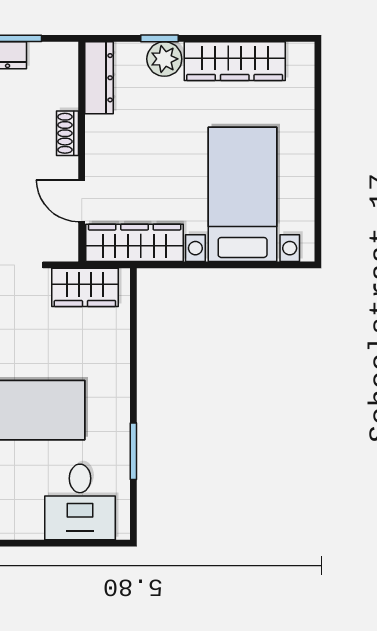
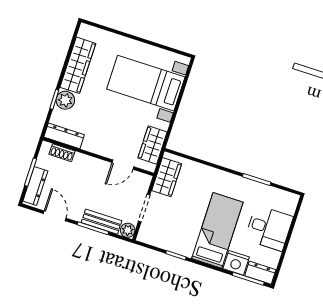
shoe rack: (68, 133) -> (62, 153), moved
wardrobe: (135, 243) -> (152, 145), width x0.67
desk: (80, 502) -> (269, 228), moved

